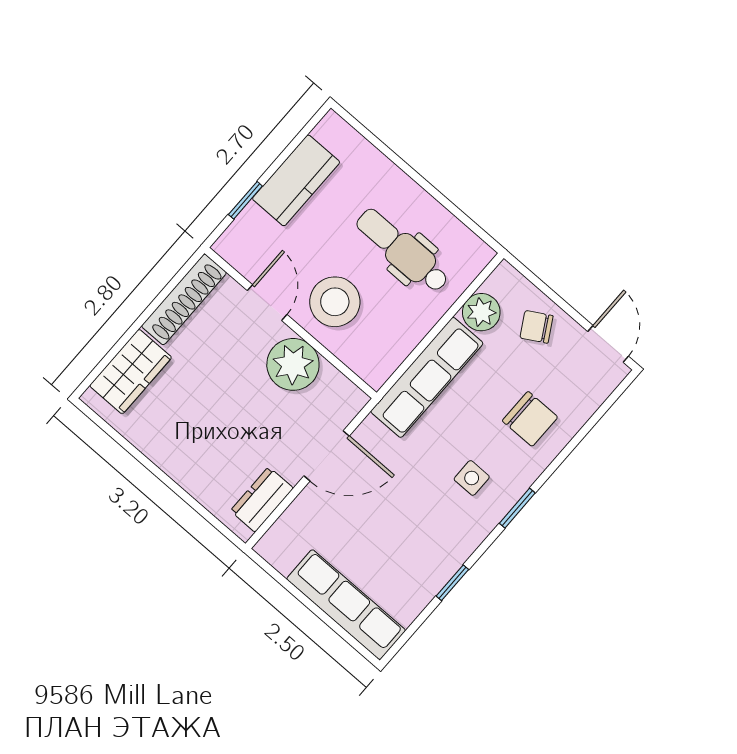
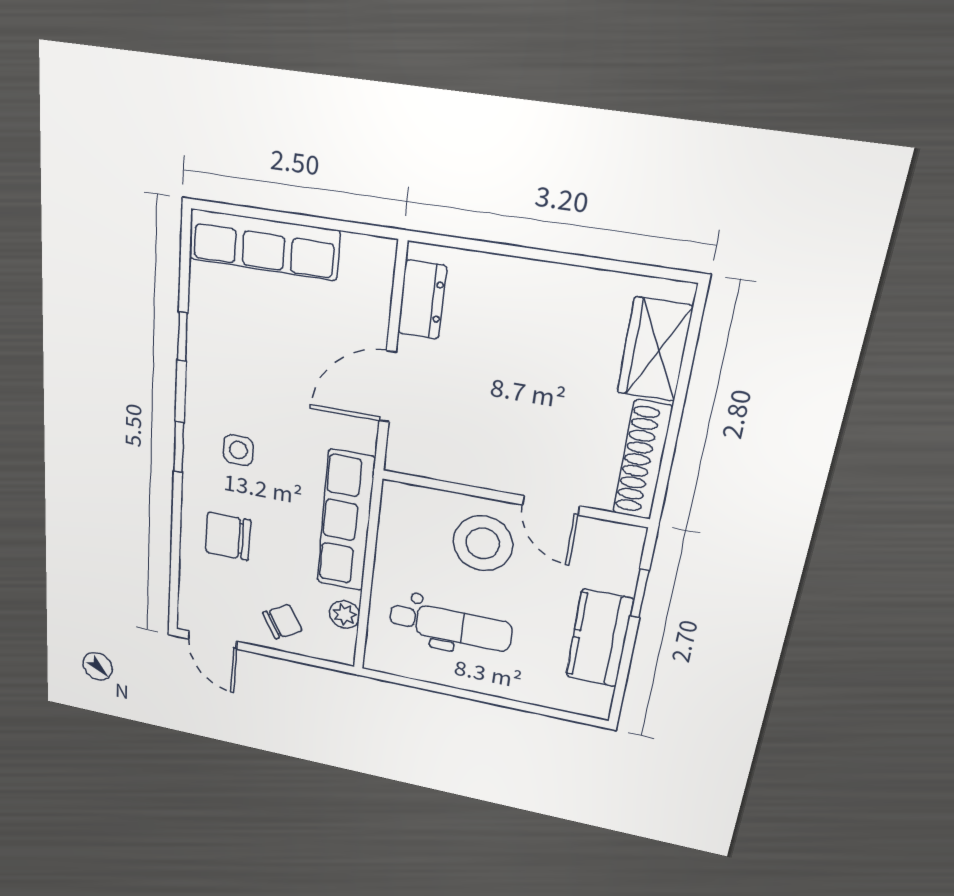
plant: (481, 312) -> (345, 615), width x0.73, depth x0.73
plant: (293, 364) -> (483, 459), removed

